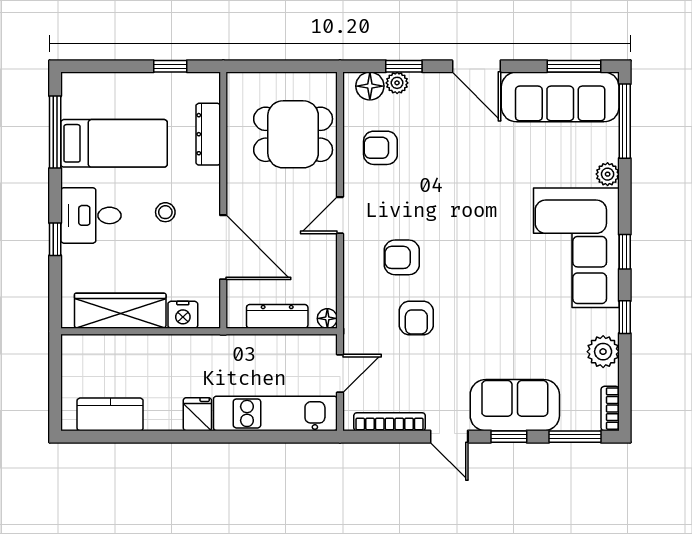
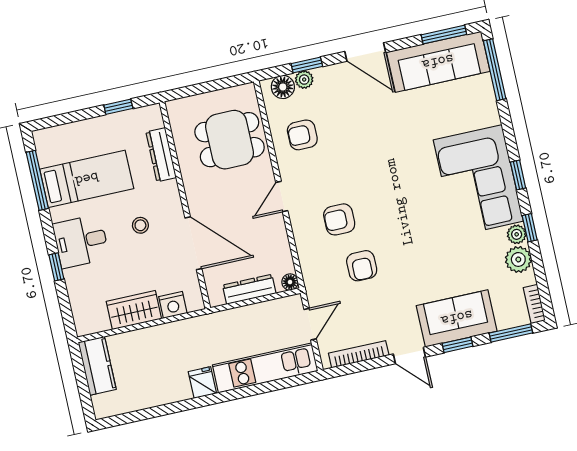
plant: (608, 174) -> (517, 234), moved
wardrobe: (120, 311) -> (134, 310), width x0.67
kitchen counter: (110, 414) -> (97, 366), moved, turned 90

